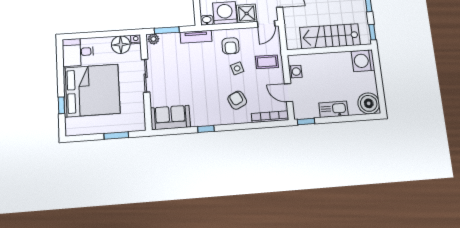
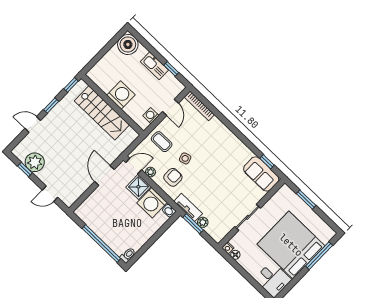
window: (167, 30) -> (193, 224), moved
plant: (250, 32) -> (150, 172), added
plant: (153, 39) -> (203, 222), moved
floor lamp: (121, 45) -> (235, 255), width x0.53, depth x0.53
washing machine: (363, 61) -> (121, 95), moved, turned -90
armchair: (237, 100) -> (208, 139), removed
window: (61, 105) -> (319, 256), width x2.17
window: (306, 122) -> (171, 69), moved
window: (206, 129) -> (267, 162), moved

